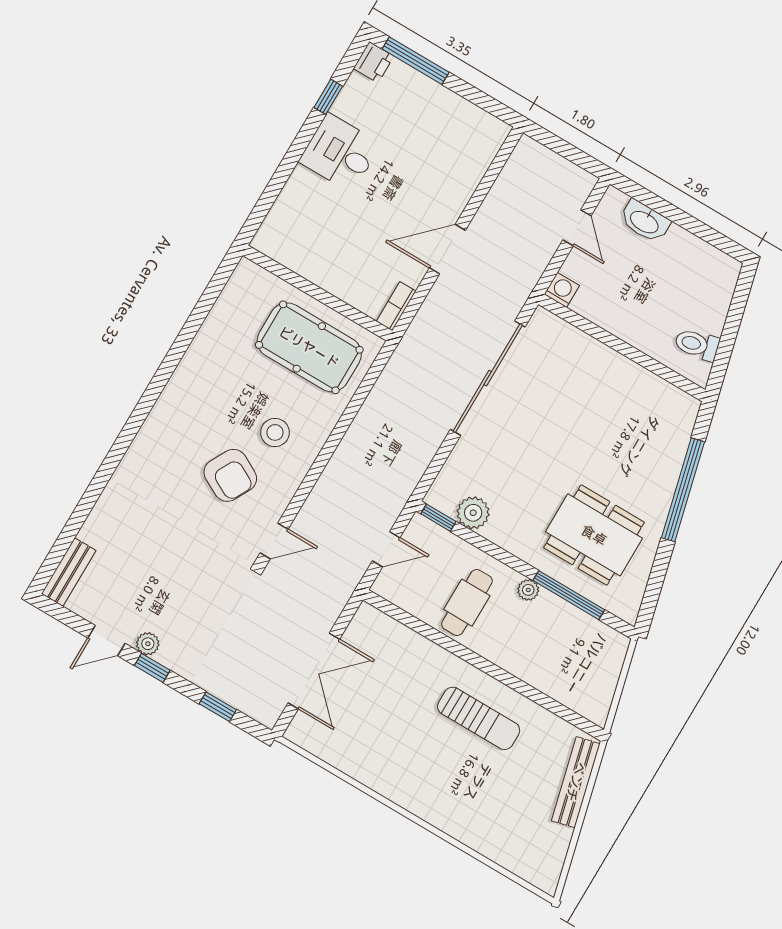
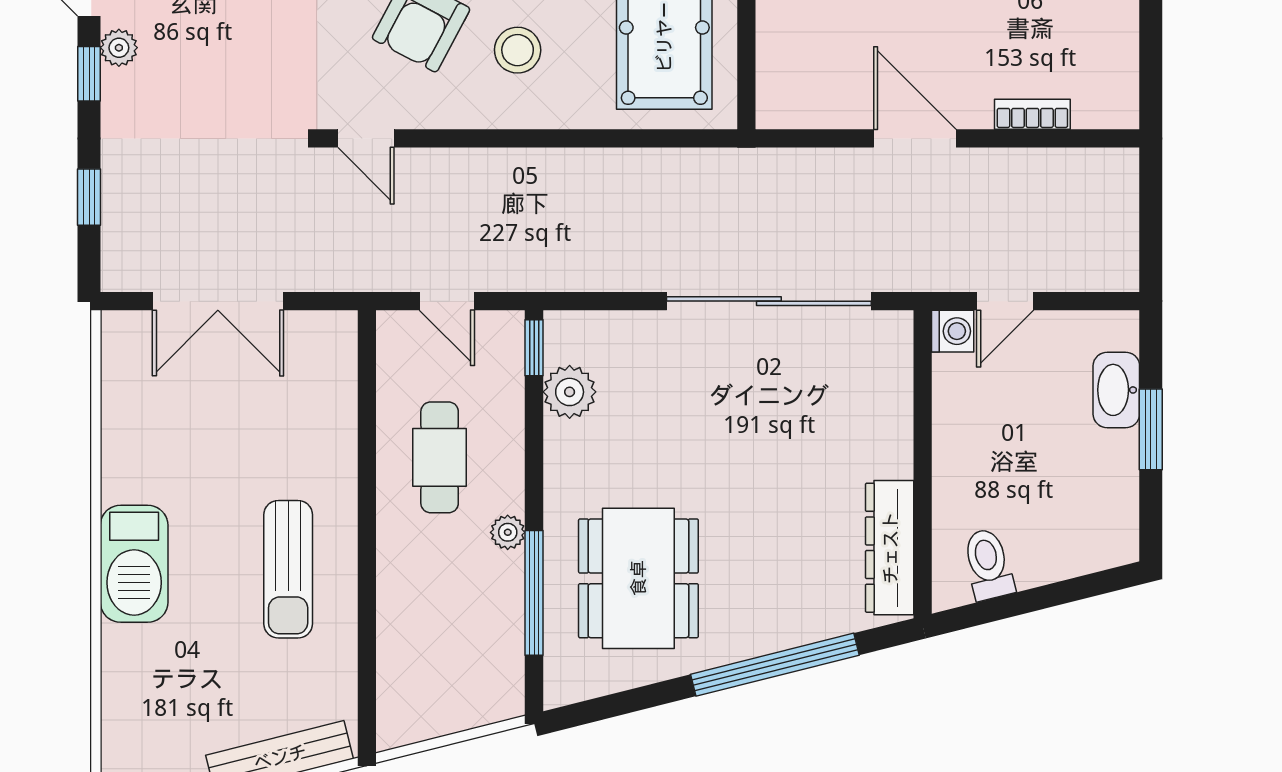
window: (677, 216) -> (1151, 429), added
door: (577, 228) -> (1005, 301), moved
bookcase: (396, 306) -> (1032, 114), moved
dresser: (657, 392) -> (890, 548), added
cafe table: (467, 603) -> (440, 457), turned 90
barbecue: (427, 799) -> (134, 564), added

